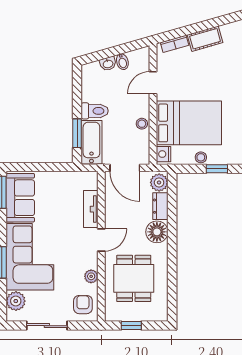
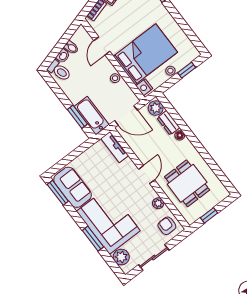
toilet: (95, 111) -> (59, 71), moved, turned 74
tv unit: (91, 209) -> (115, 147), moved
floor lamp: (157, 232) -> (180, 135), width x0.53, depth x0.53

